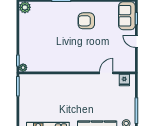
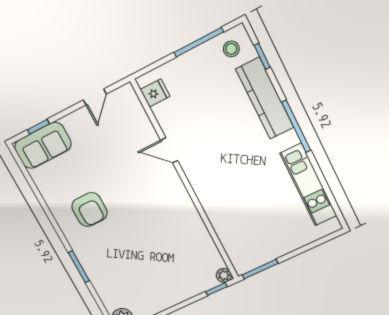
door: (136, 41) -> (95, 97), moved
door: (106, 73) -> (169, 150), moved

